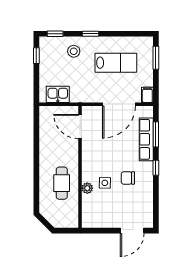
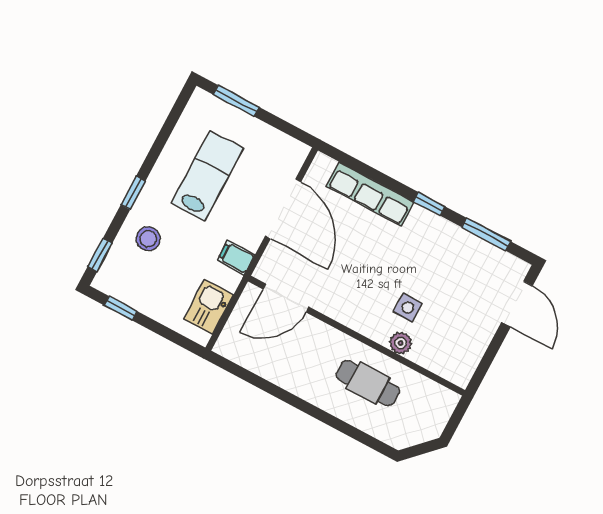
filing cabinet: (147, 95) -> (236, 258), moved
window: (156, 134) -> (486, 234), moved
chair: (128, 178) -> (421, 263), removed

